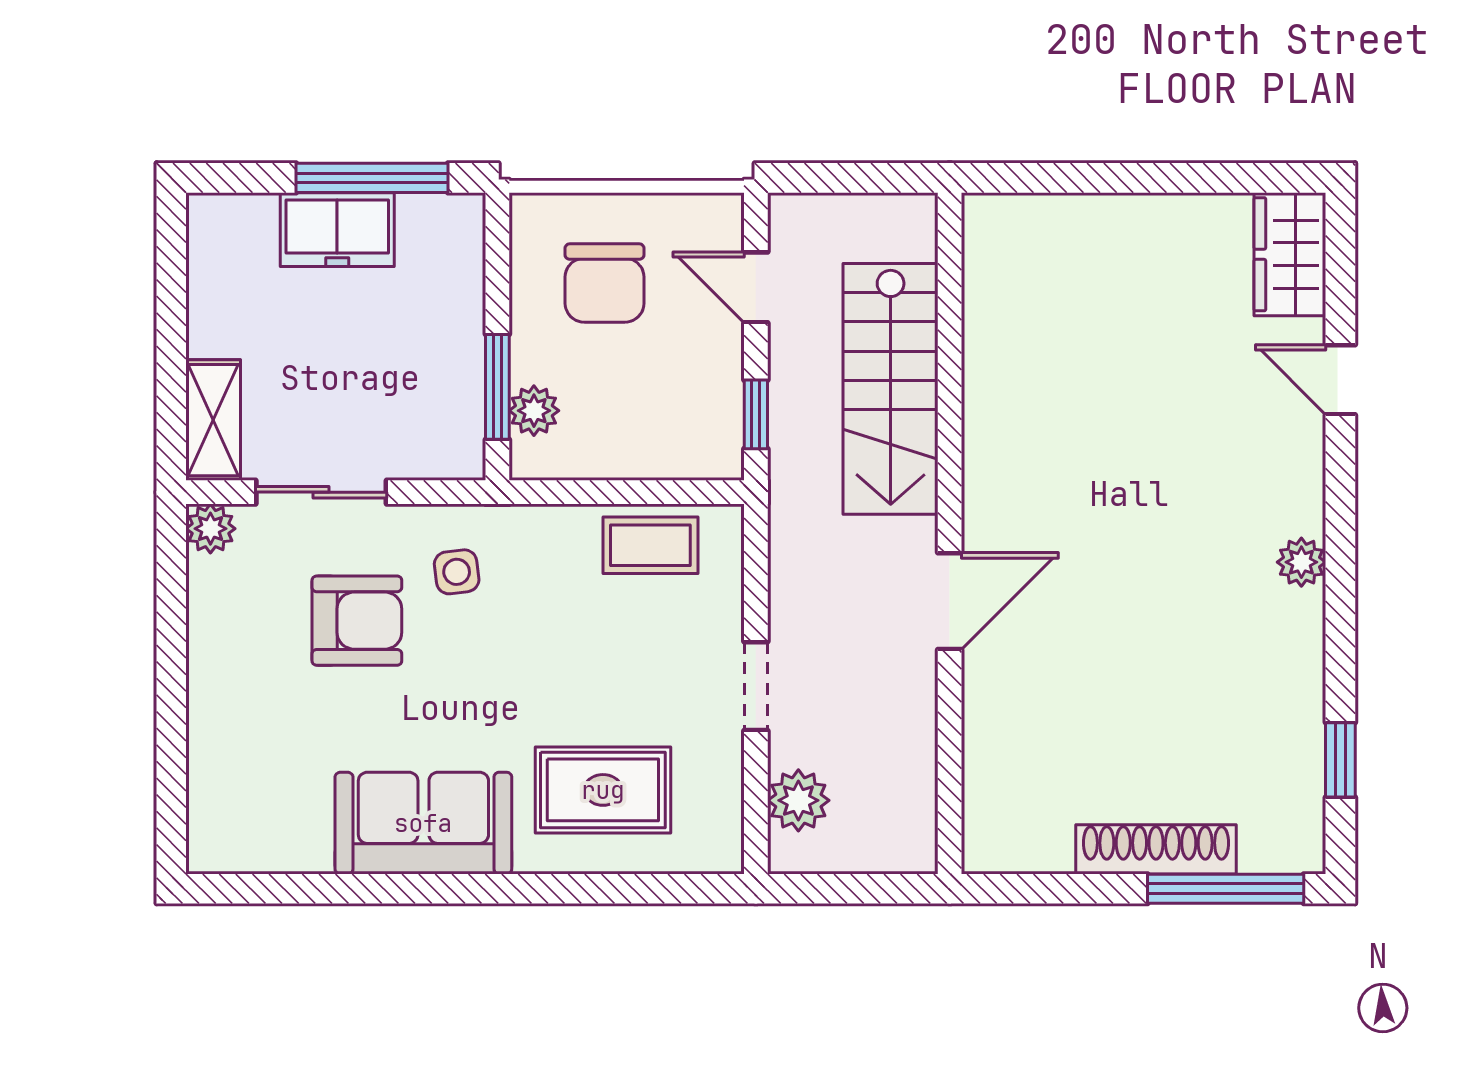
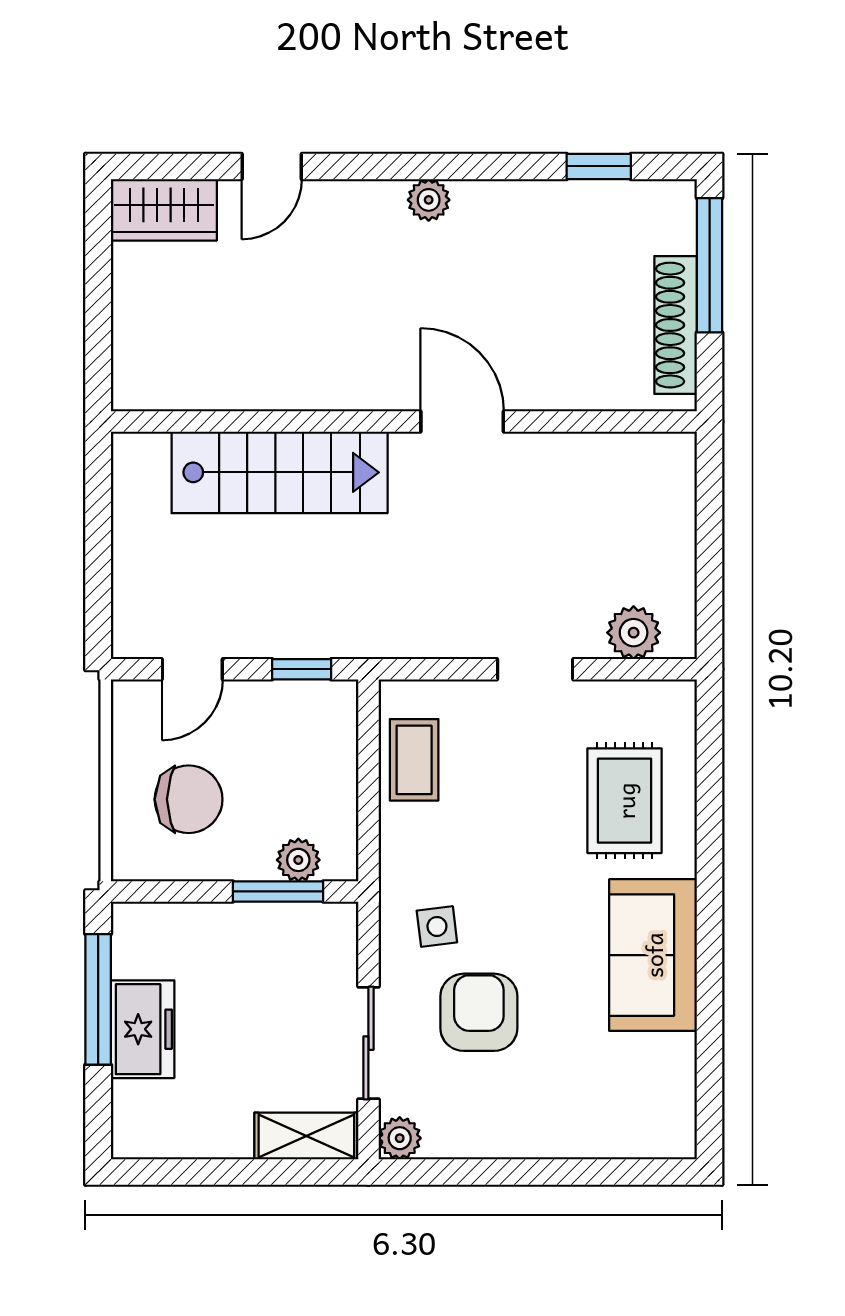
stairs: (891, 389) -> (280, 472), moved
wall: (950, 533) -> (404, 422), moved
door: (950, 601) -> (462, 422), moved

